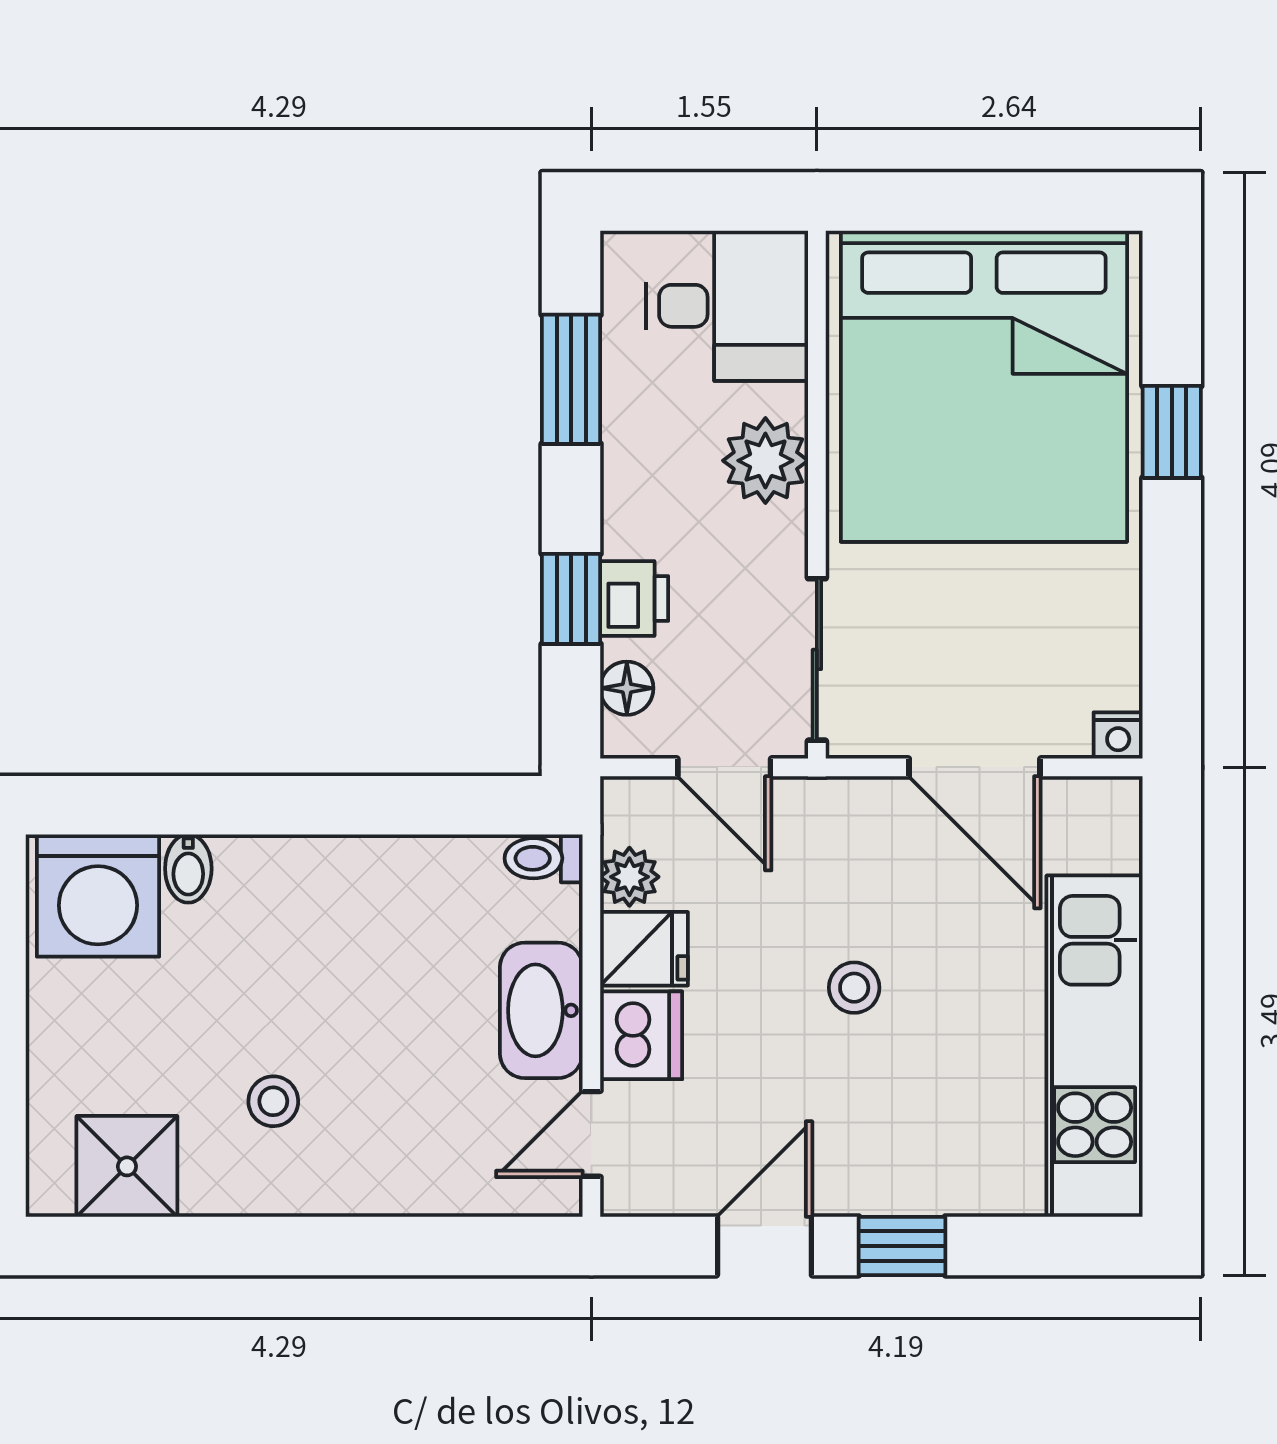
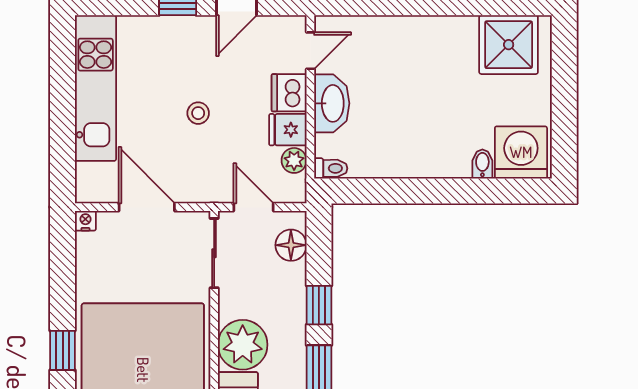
plant: (765, 461) -> (243, 345), width x1.36, depth x1.36
printer: (634, 598) -> (292, 279), removed
window: (571, 599) -> (319, 305), moved
floor lamp: (627, 688) -> (291, 245), width x1.37, depth x1.37
stool: (273, 1101) -> (446, 65), removed
shower: (127, 1166) -> (509, 45), width x1.36, depth x1.36

